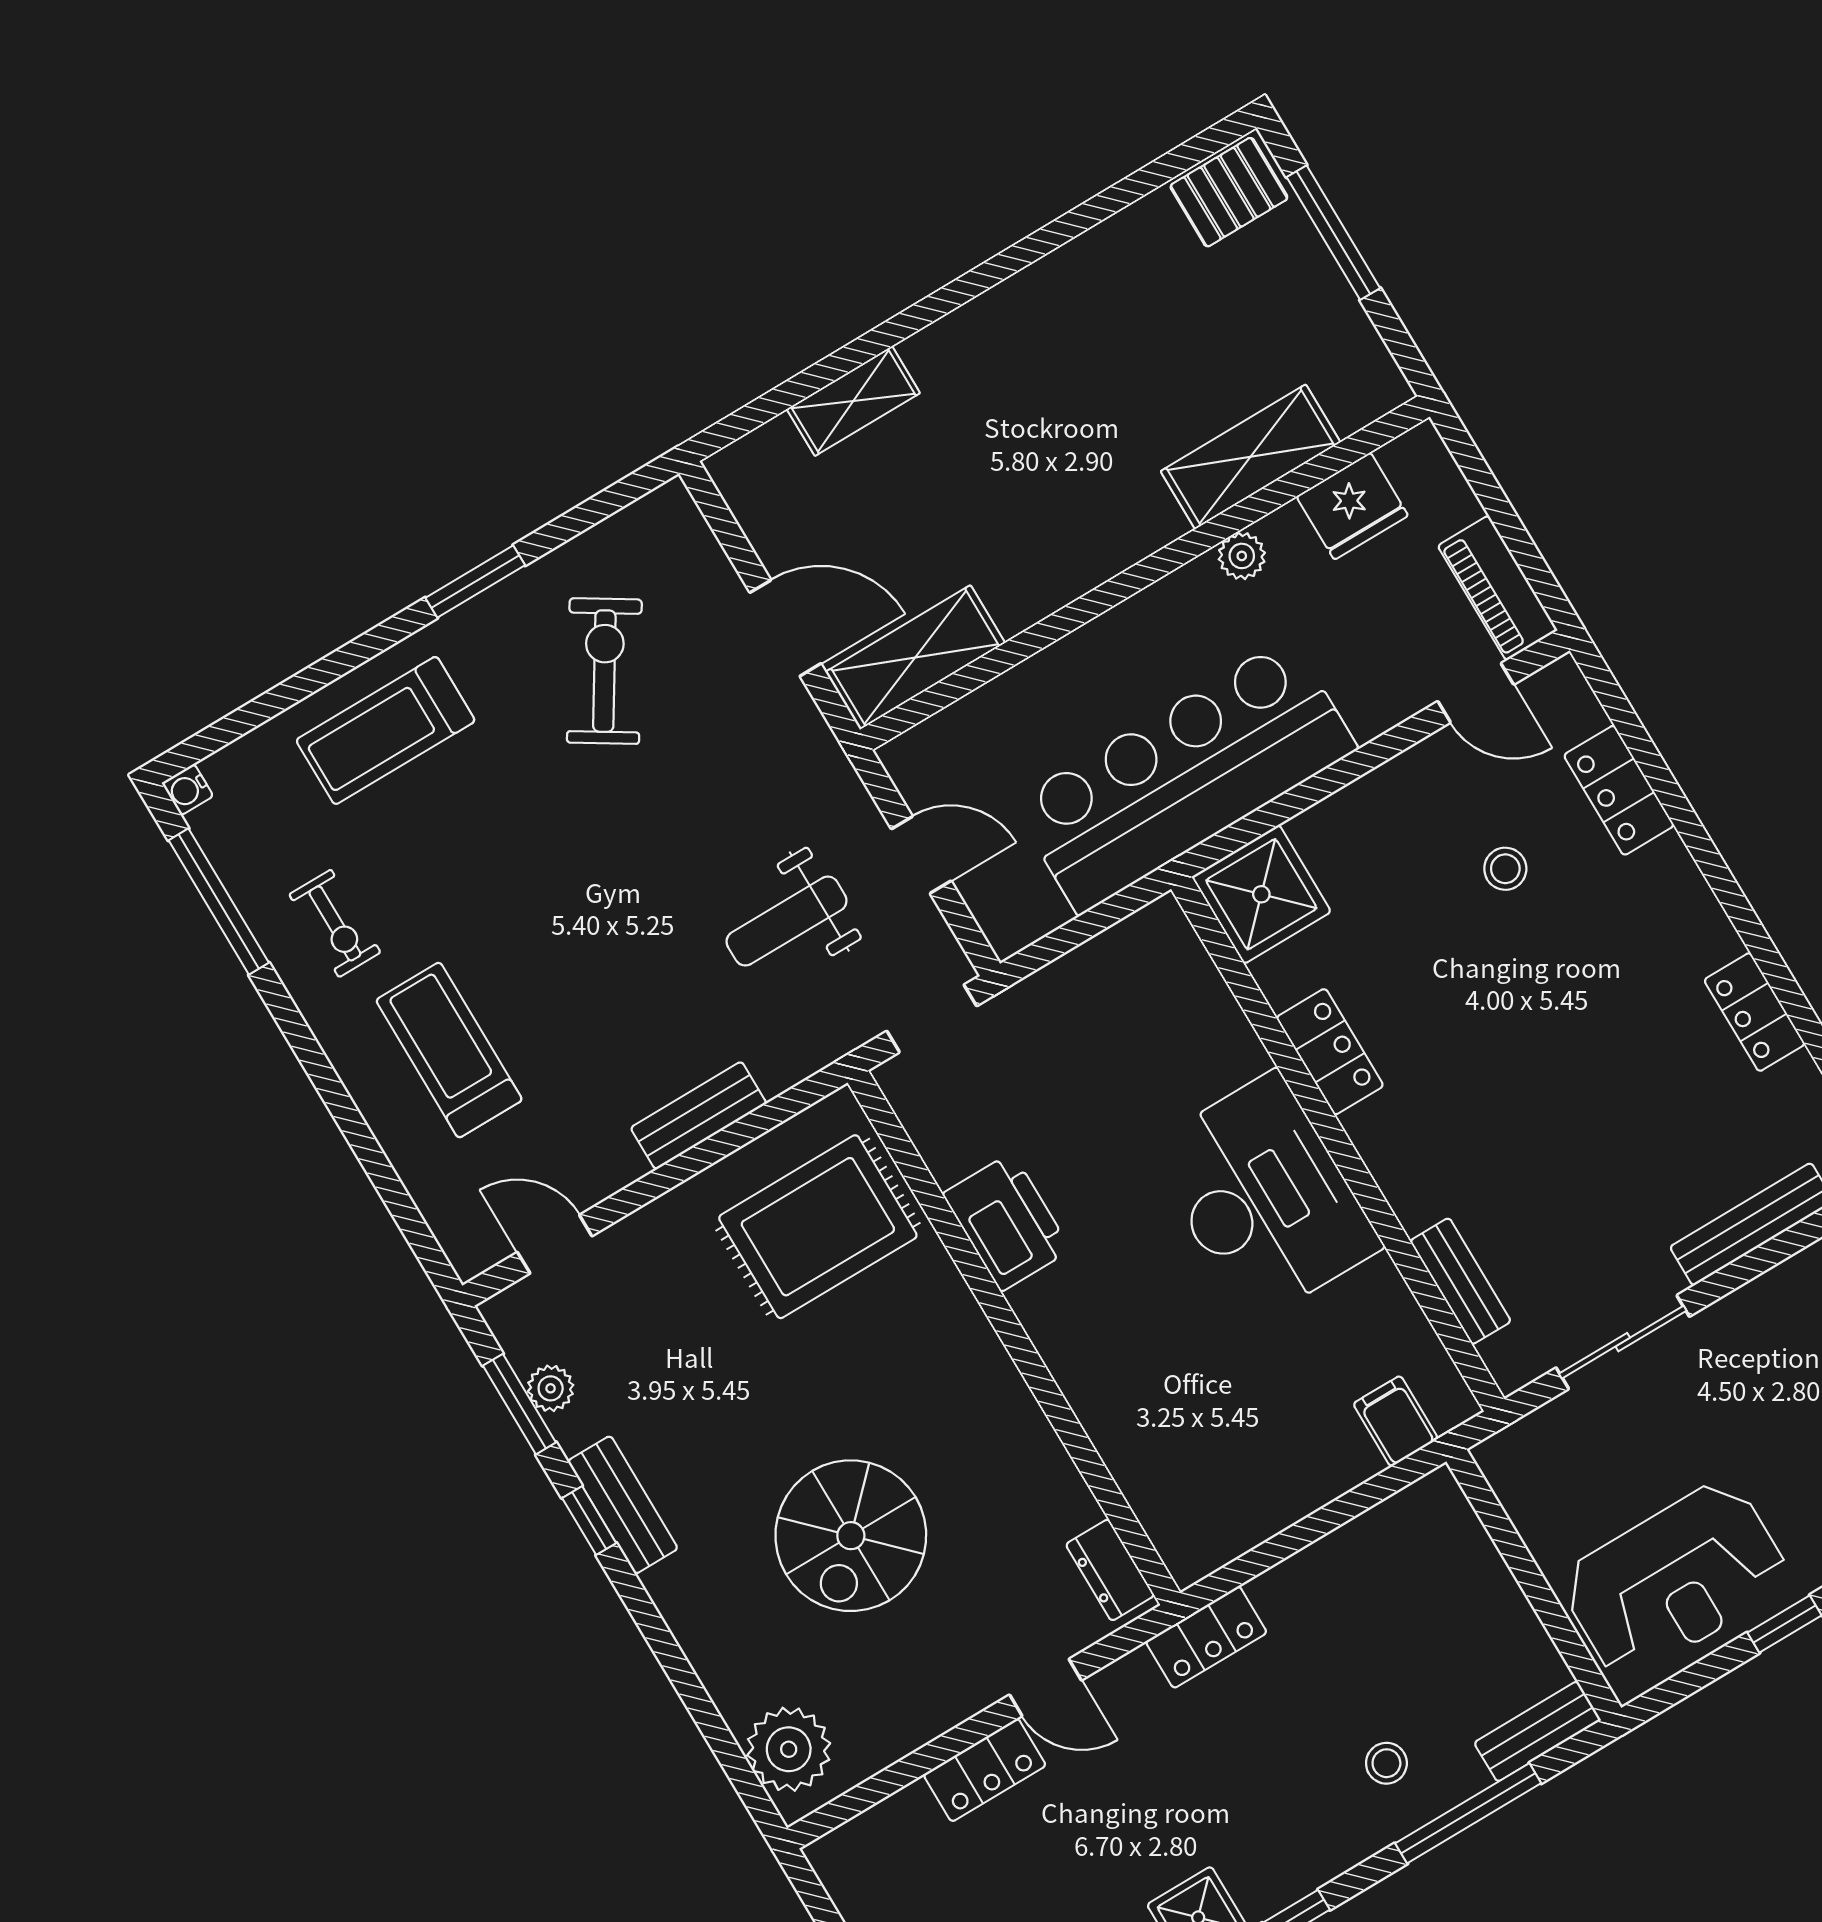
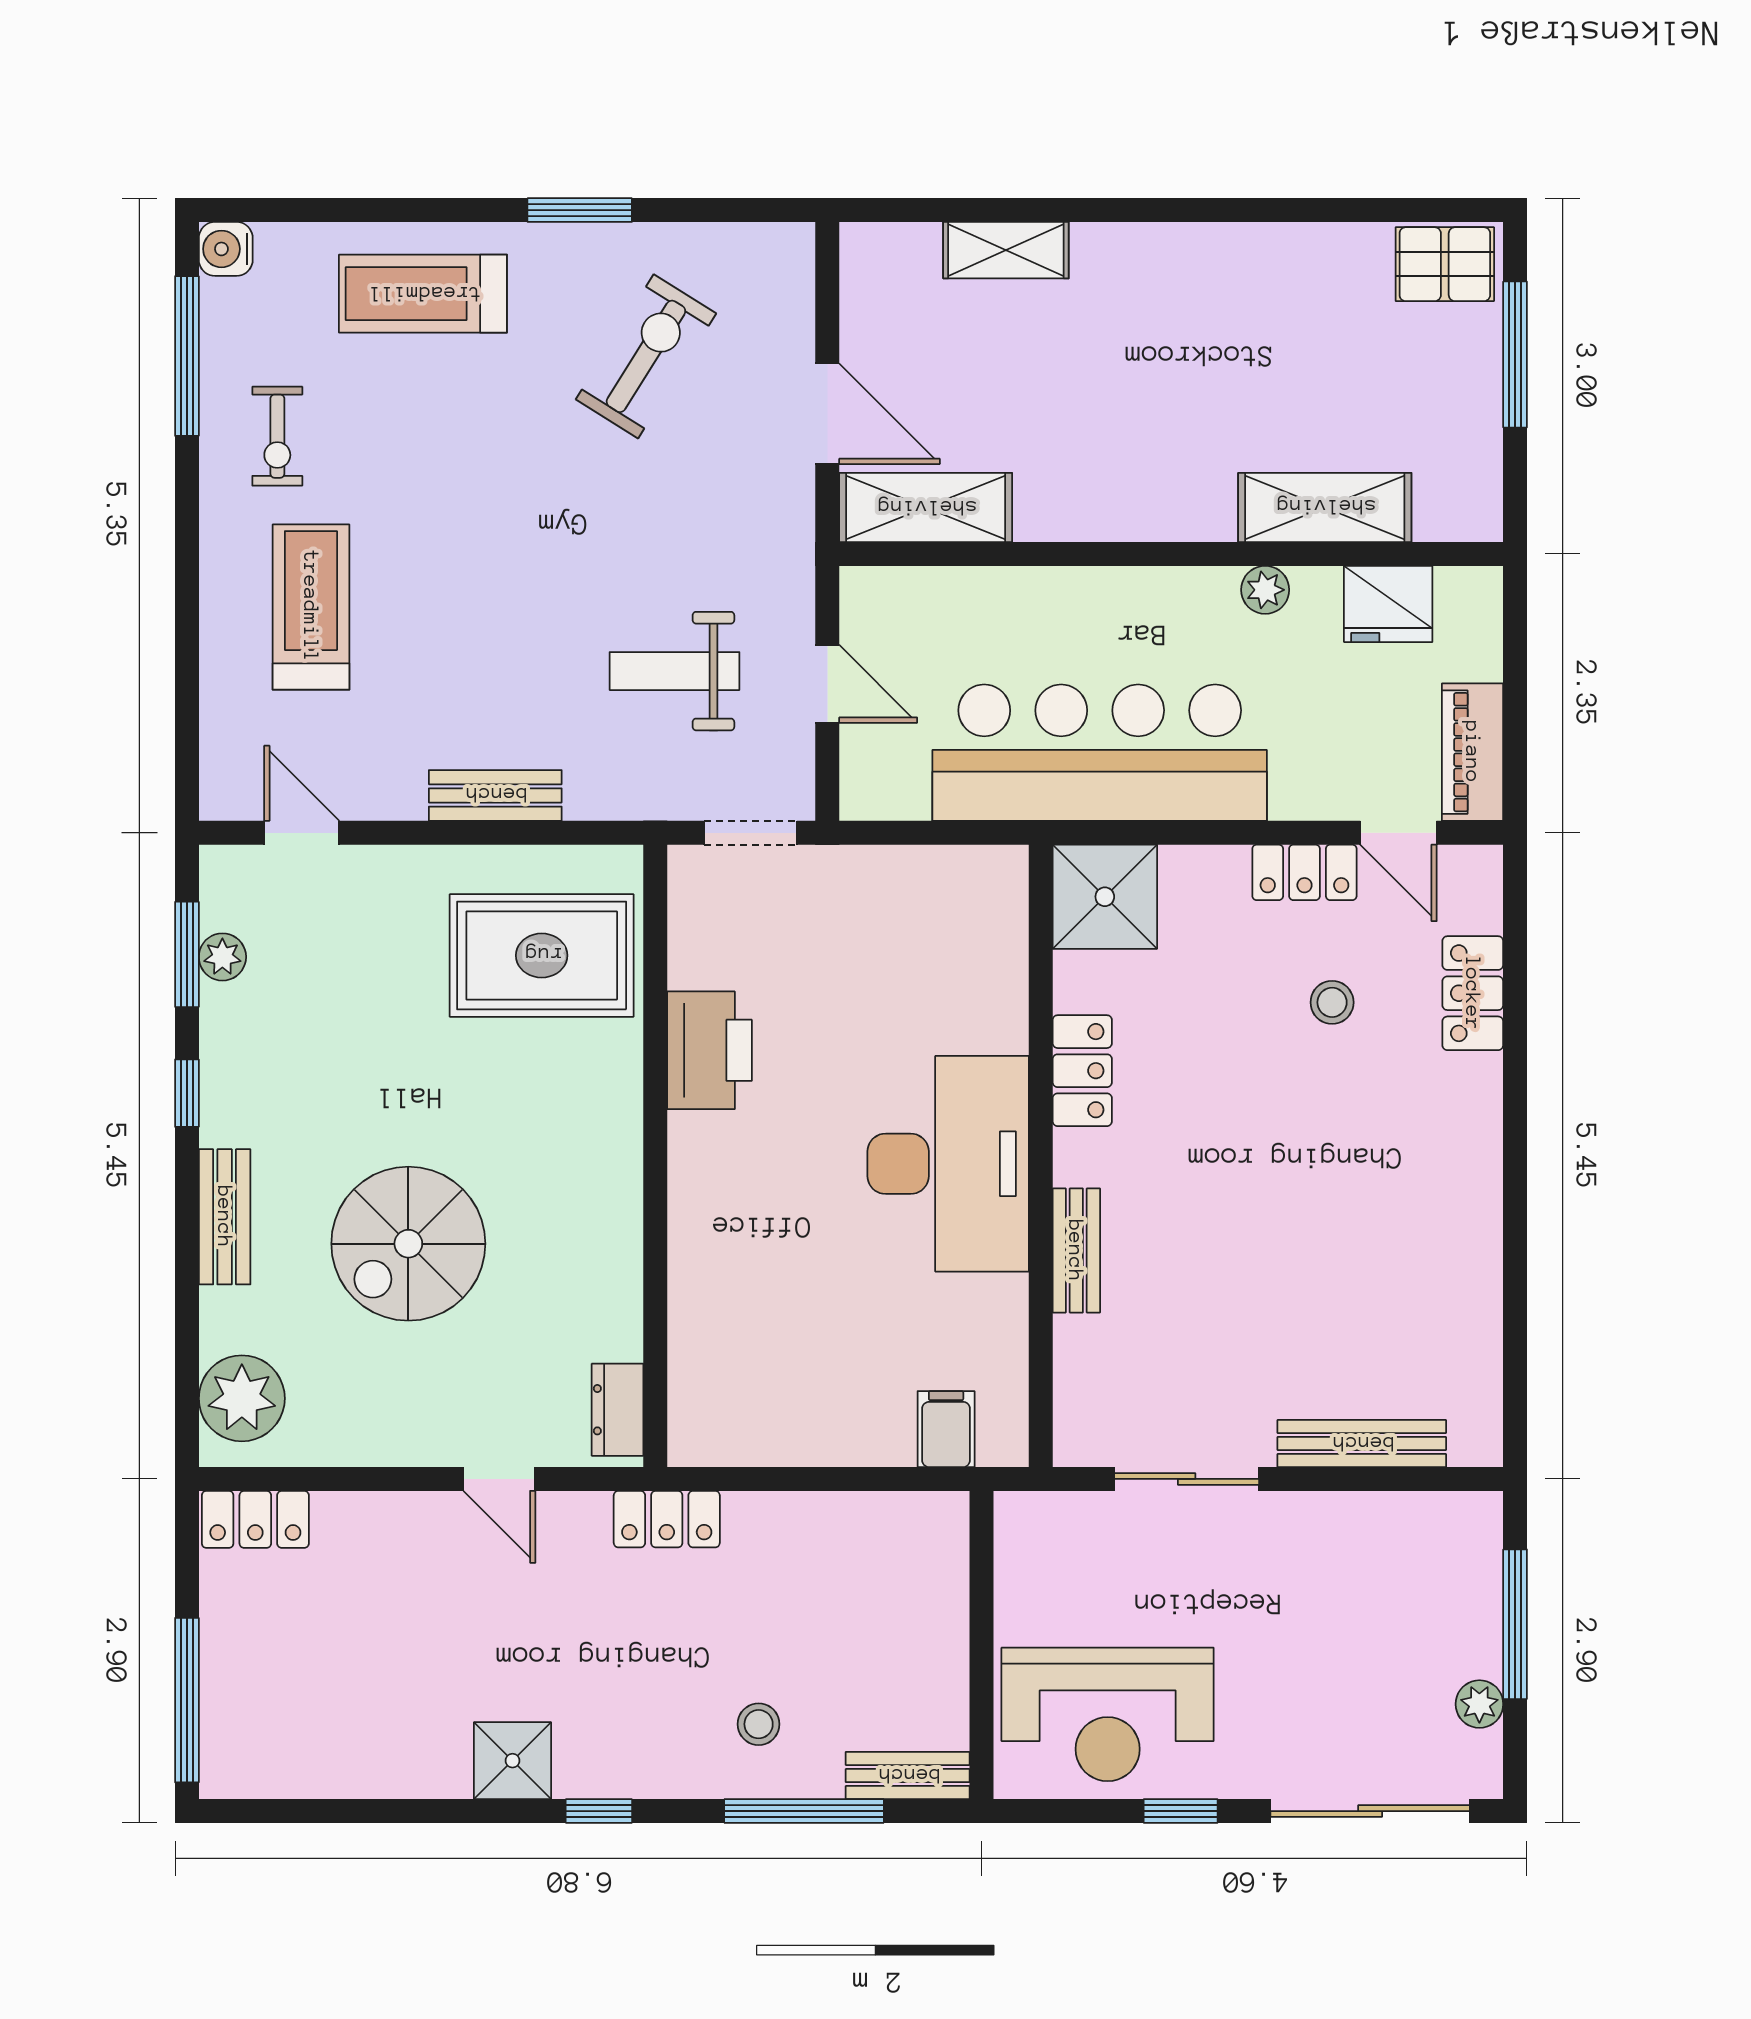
water cooler: (187, 790) -> (226, 249), width x1.38, depth x1.38
locker: (1755, 1012) -> (1304, 872), moved, turned -90
bench: (1460, 1281) -> (1076, 1251), moved
bench: (623, 1505) -> (225, 1217), moved
locker: (985, 1770) -> (255, 1519), moved

